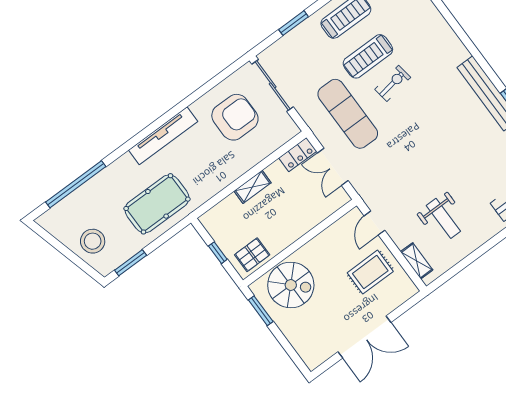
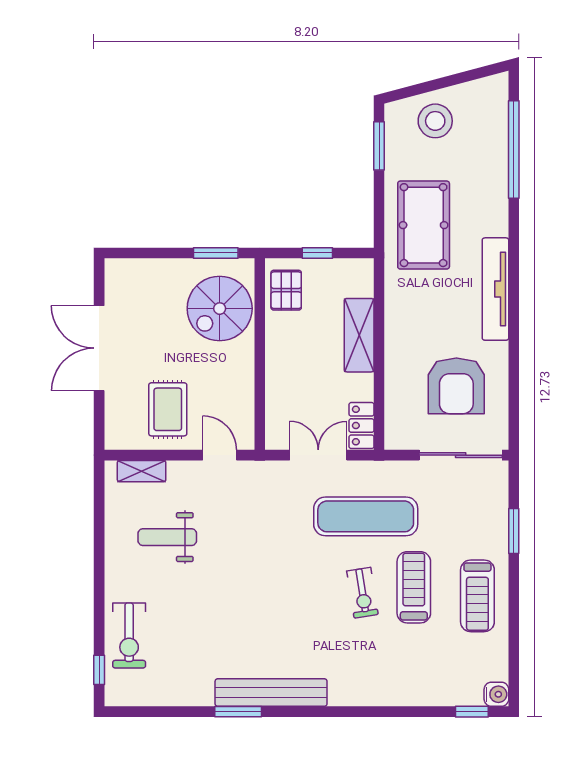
shelving: (253, 187) -> (359, 335), width x1.50, depth x1.33

